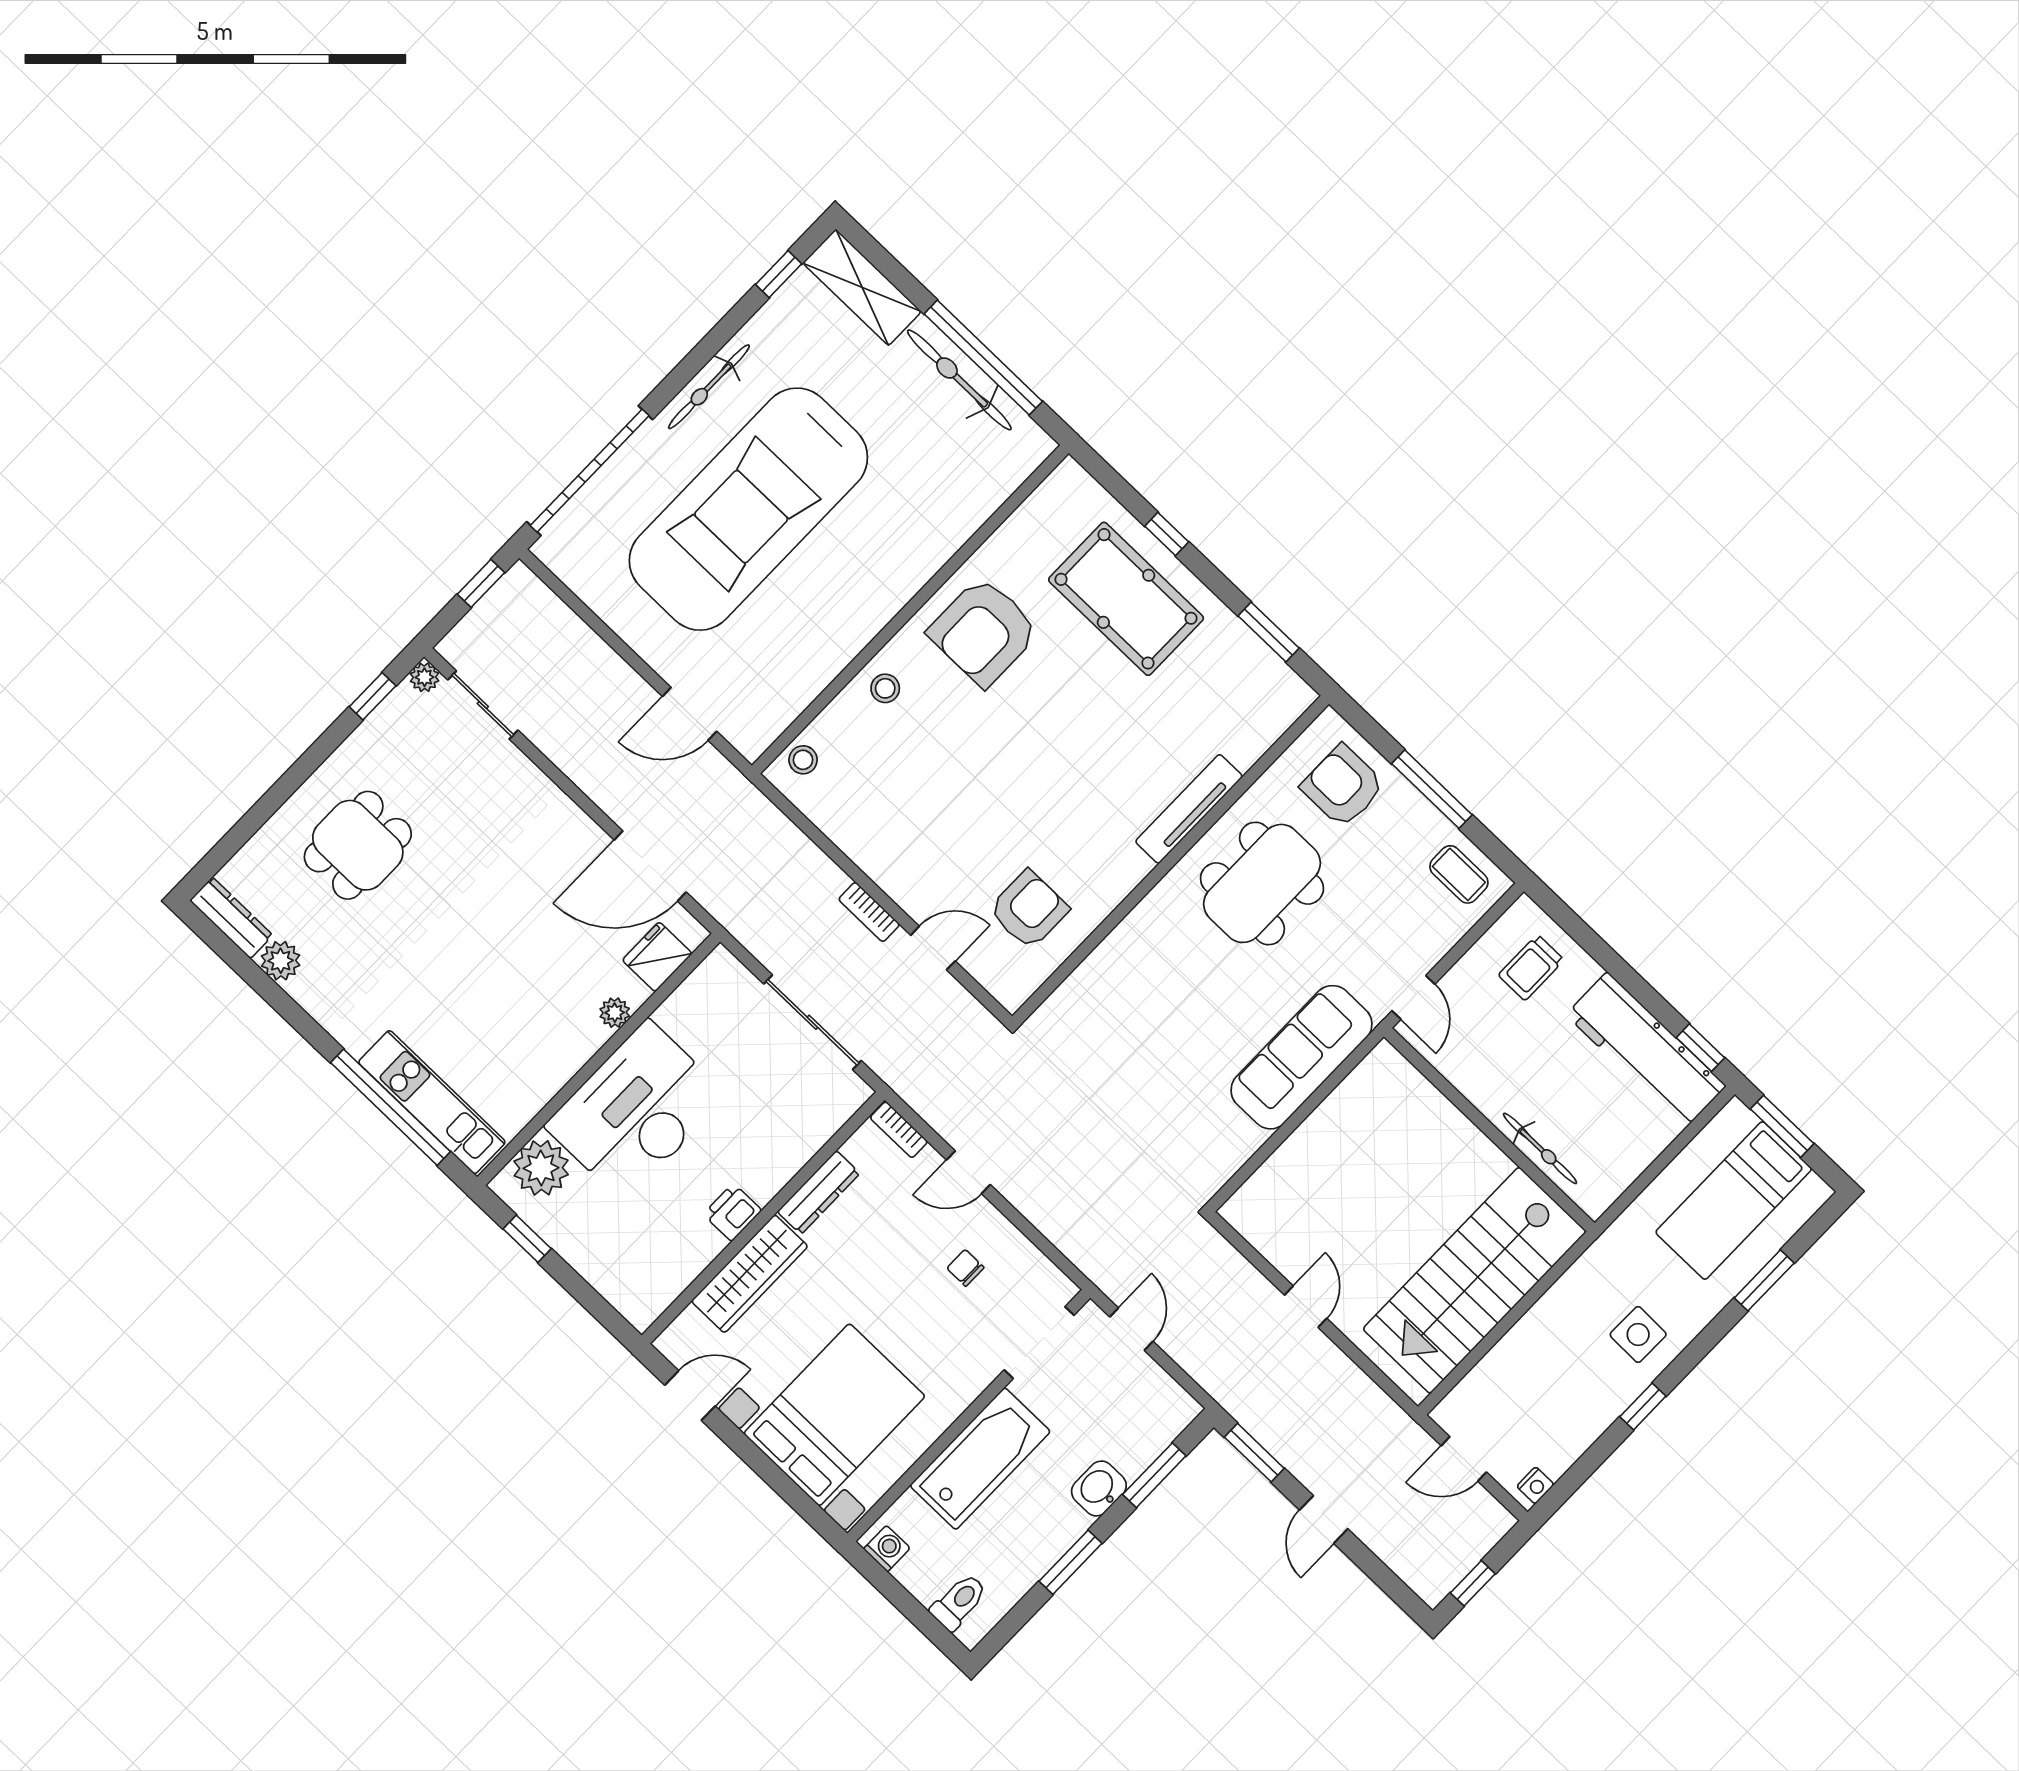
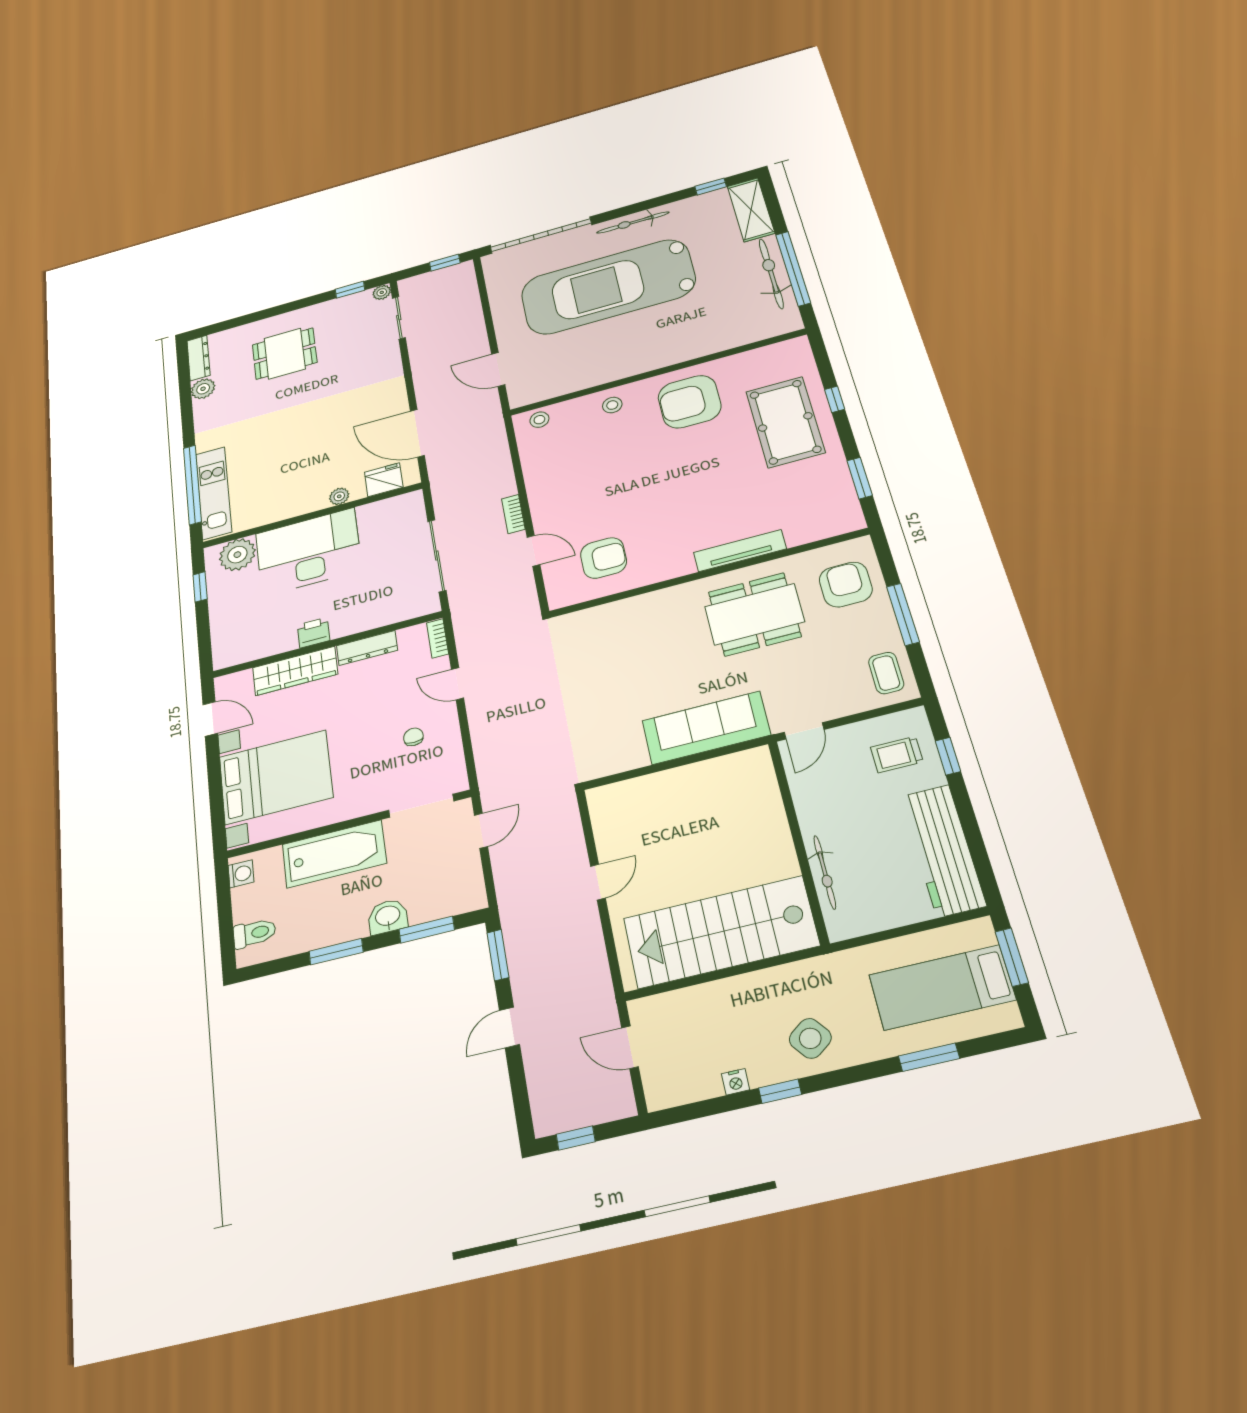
window: (1700, 1048) -> (948, 756), moved
side table: (1638, 1334) -> (810, 1038), turned -38
nightstand: (1535, 1485) -> (736, 1082), moved

